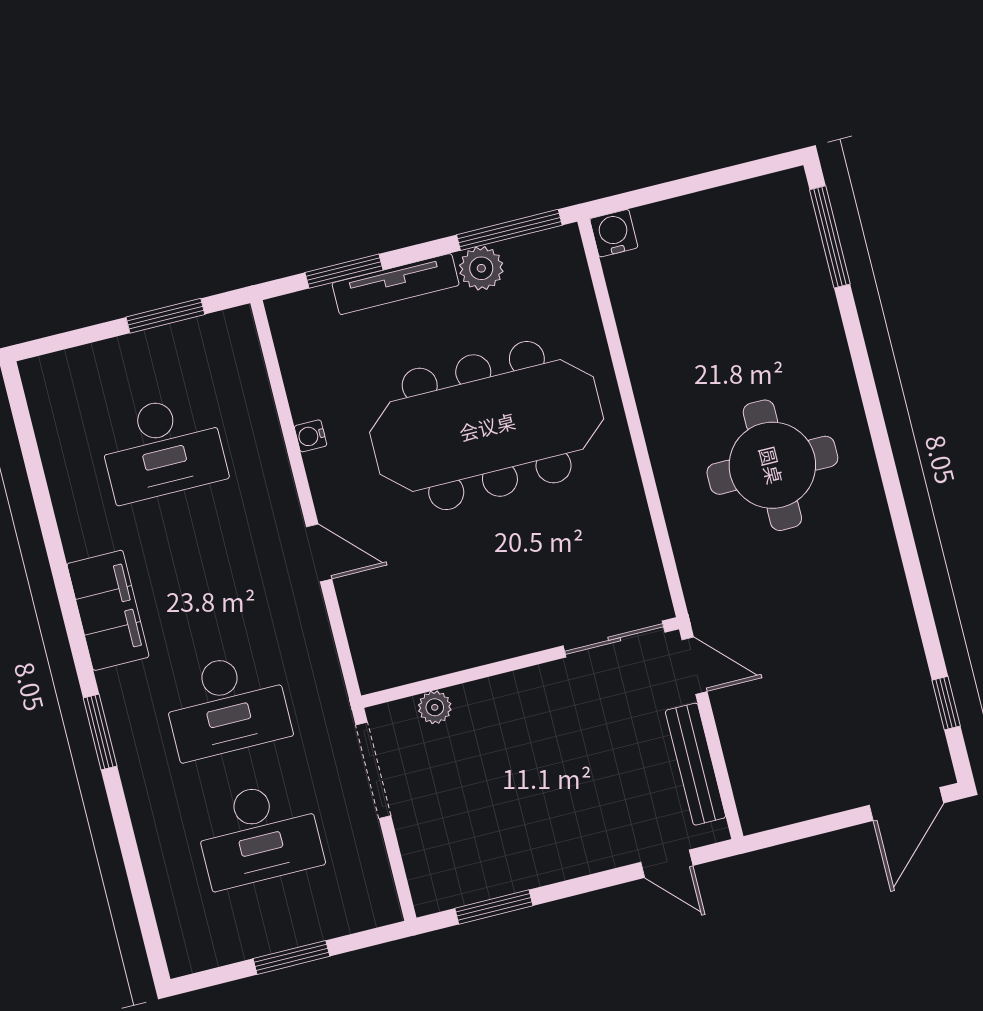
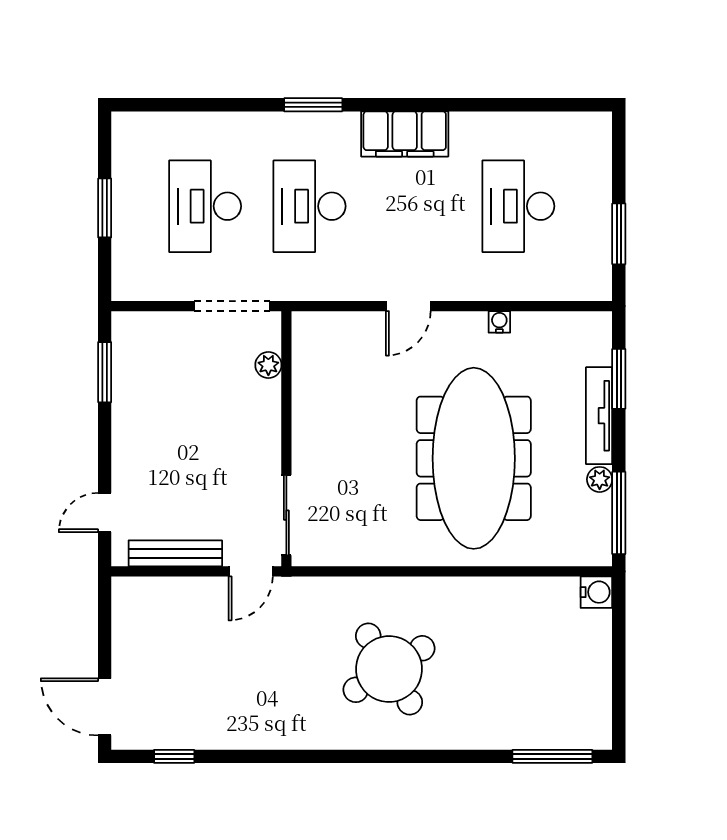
plant: (481, 268) -> (600, 479), width x0.73, depth x0.73
round table: (772, 465) -> (389, 669), turned -32

